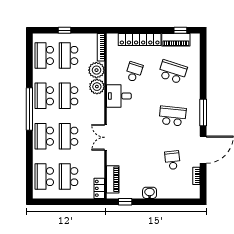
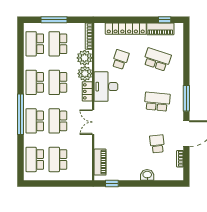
window: (64, 30) -> (54, 20), width x2.17
desk: (119, 96) -> (106, 87), width x1.37
window: (29, 109) -> (21, 114), moved
locker: (99, 188) -> (87, 91), moved
washbasin: (150, 193) -> (147, 175), moved

